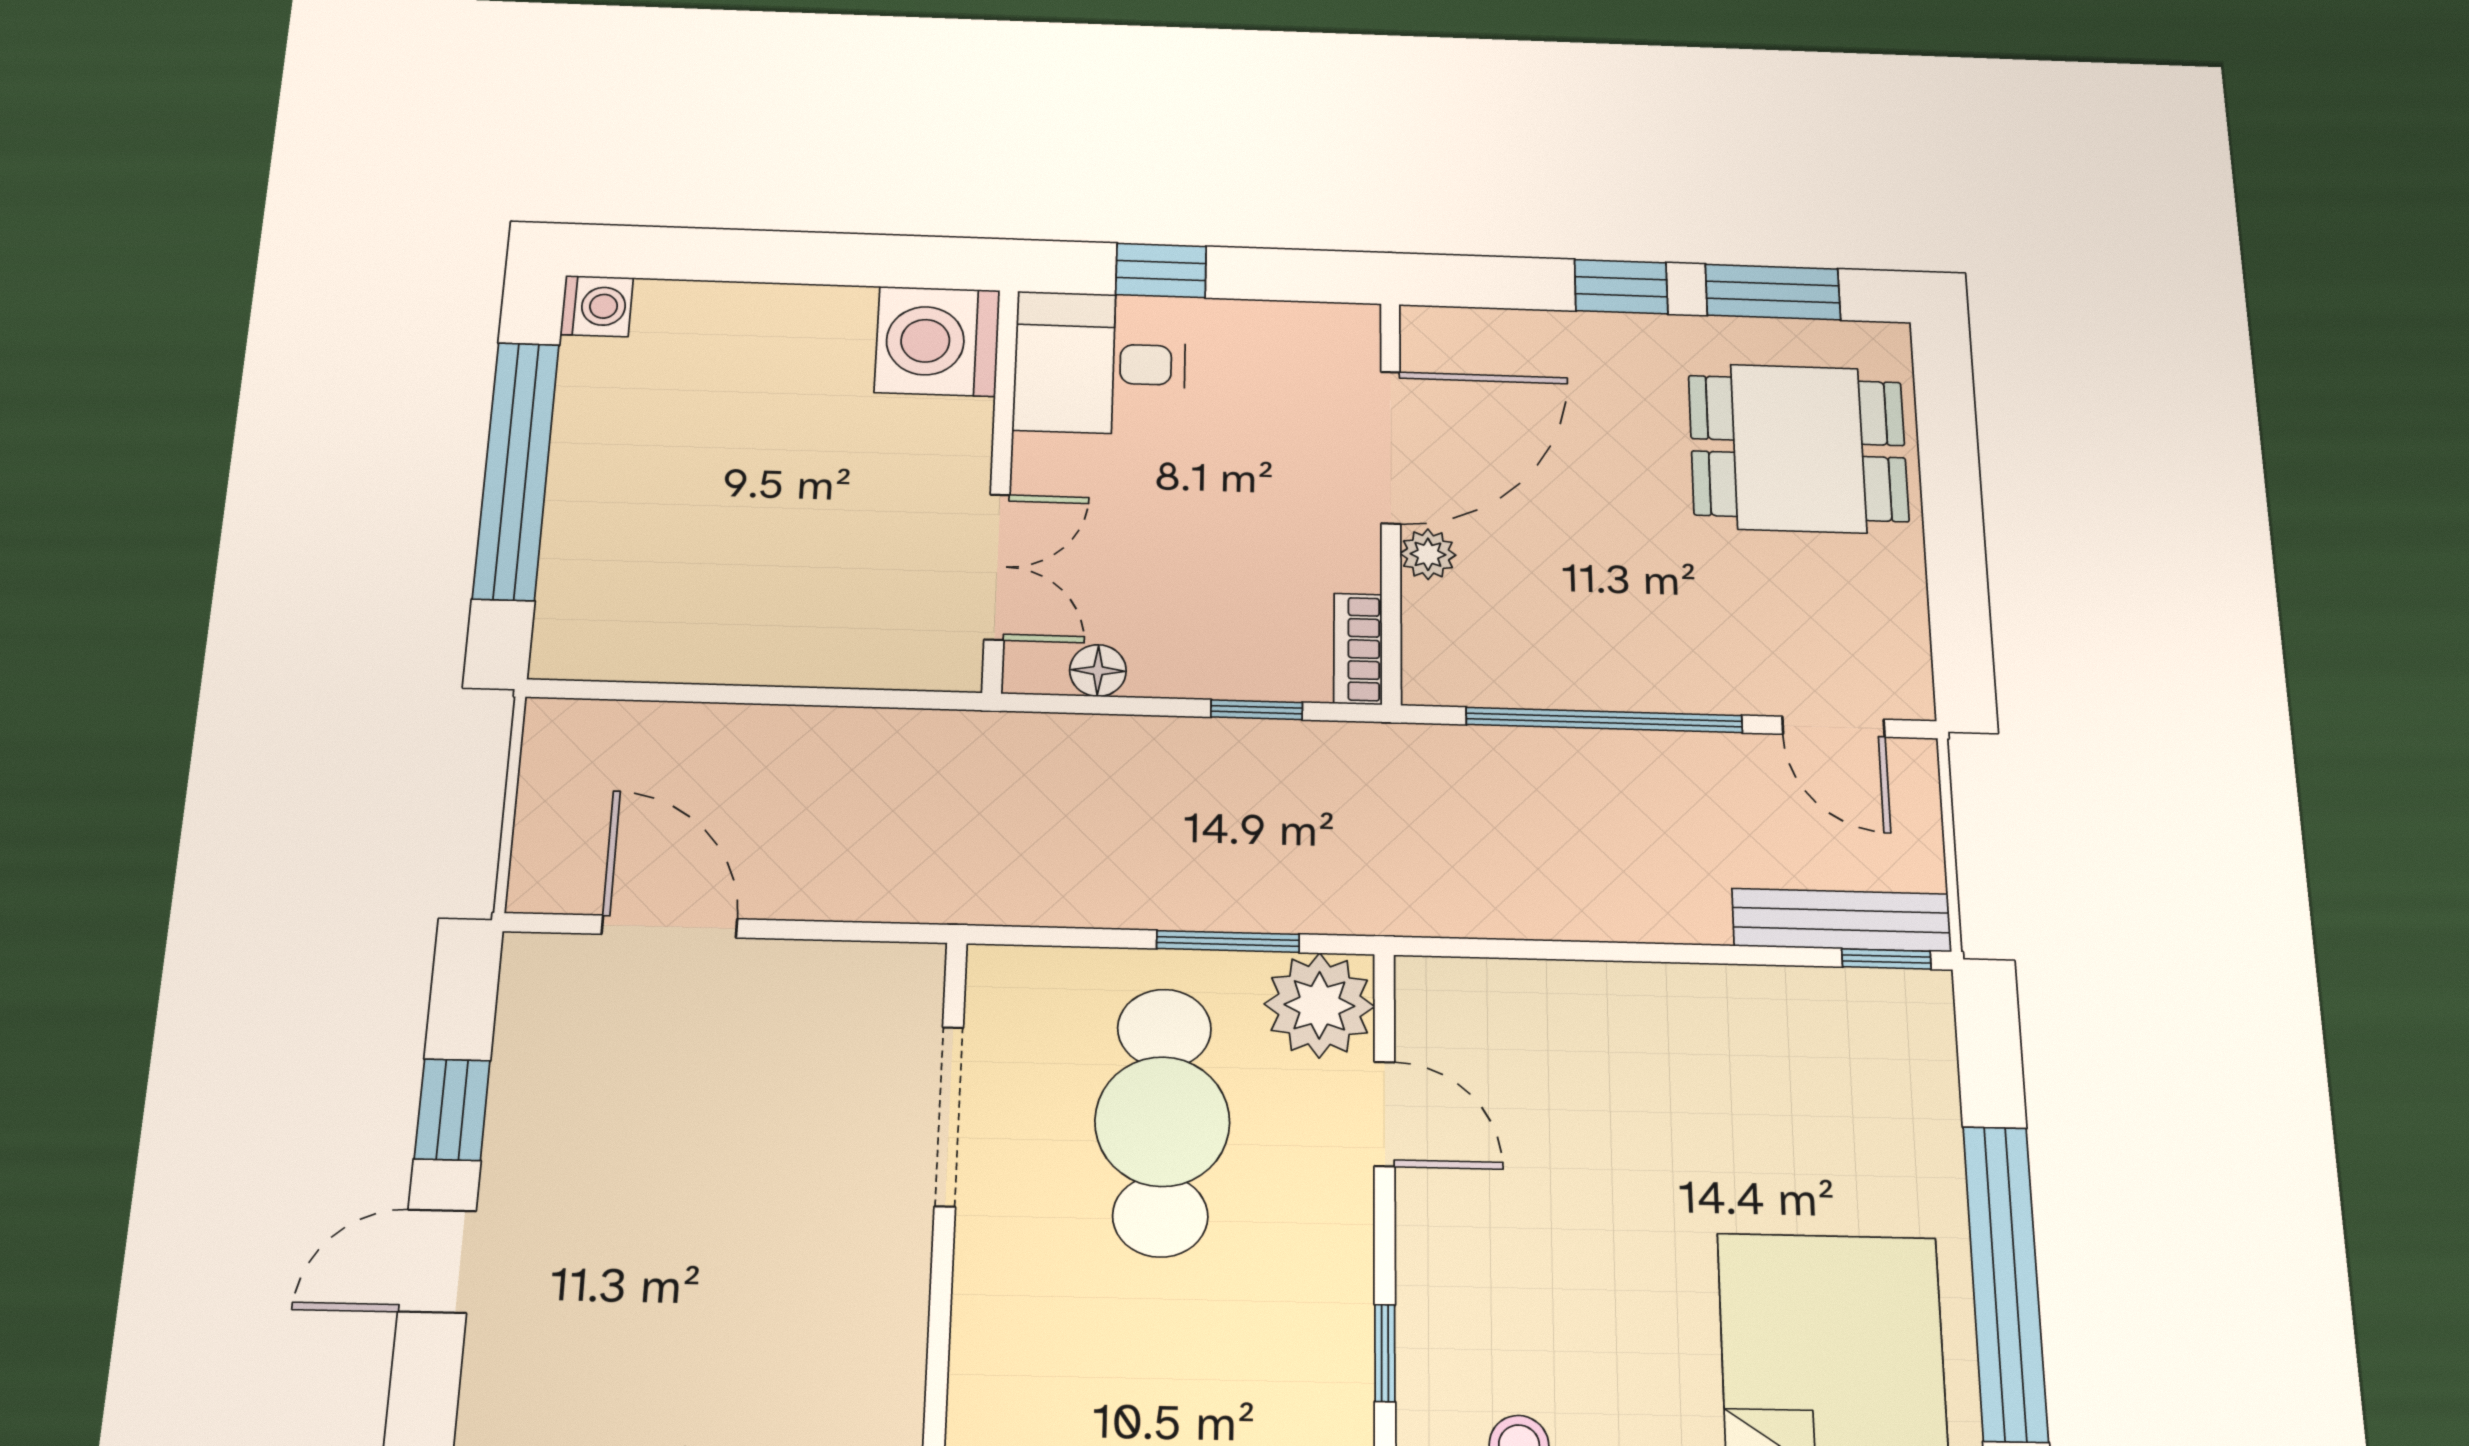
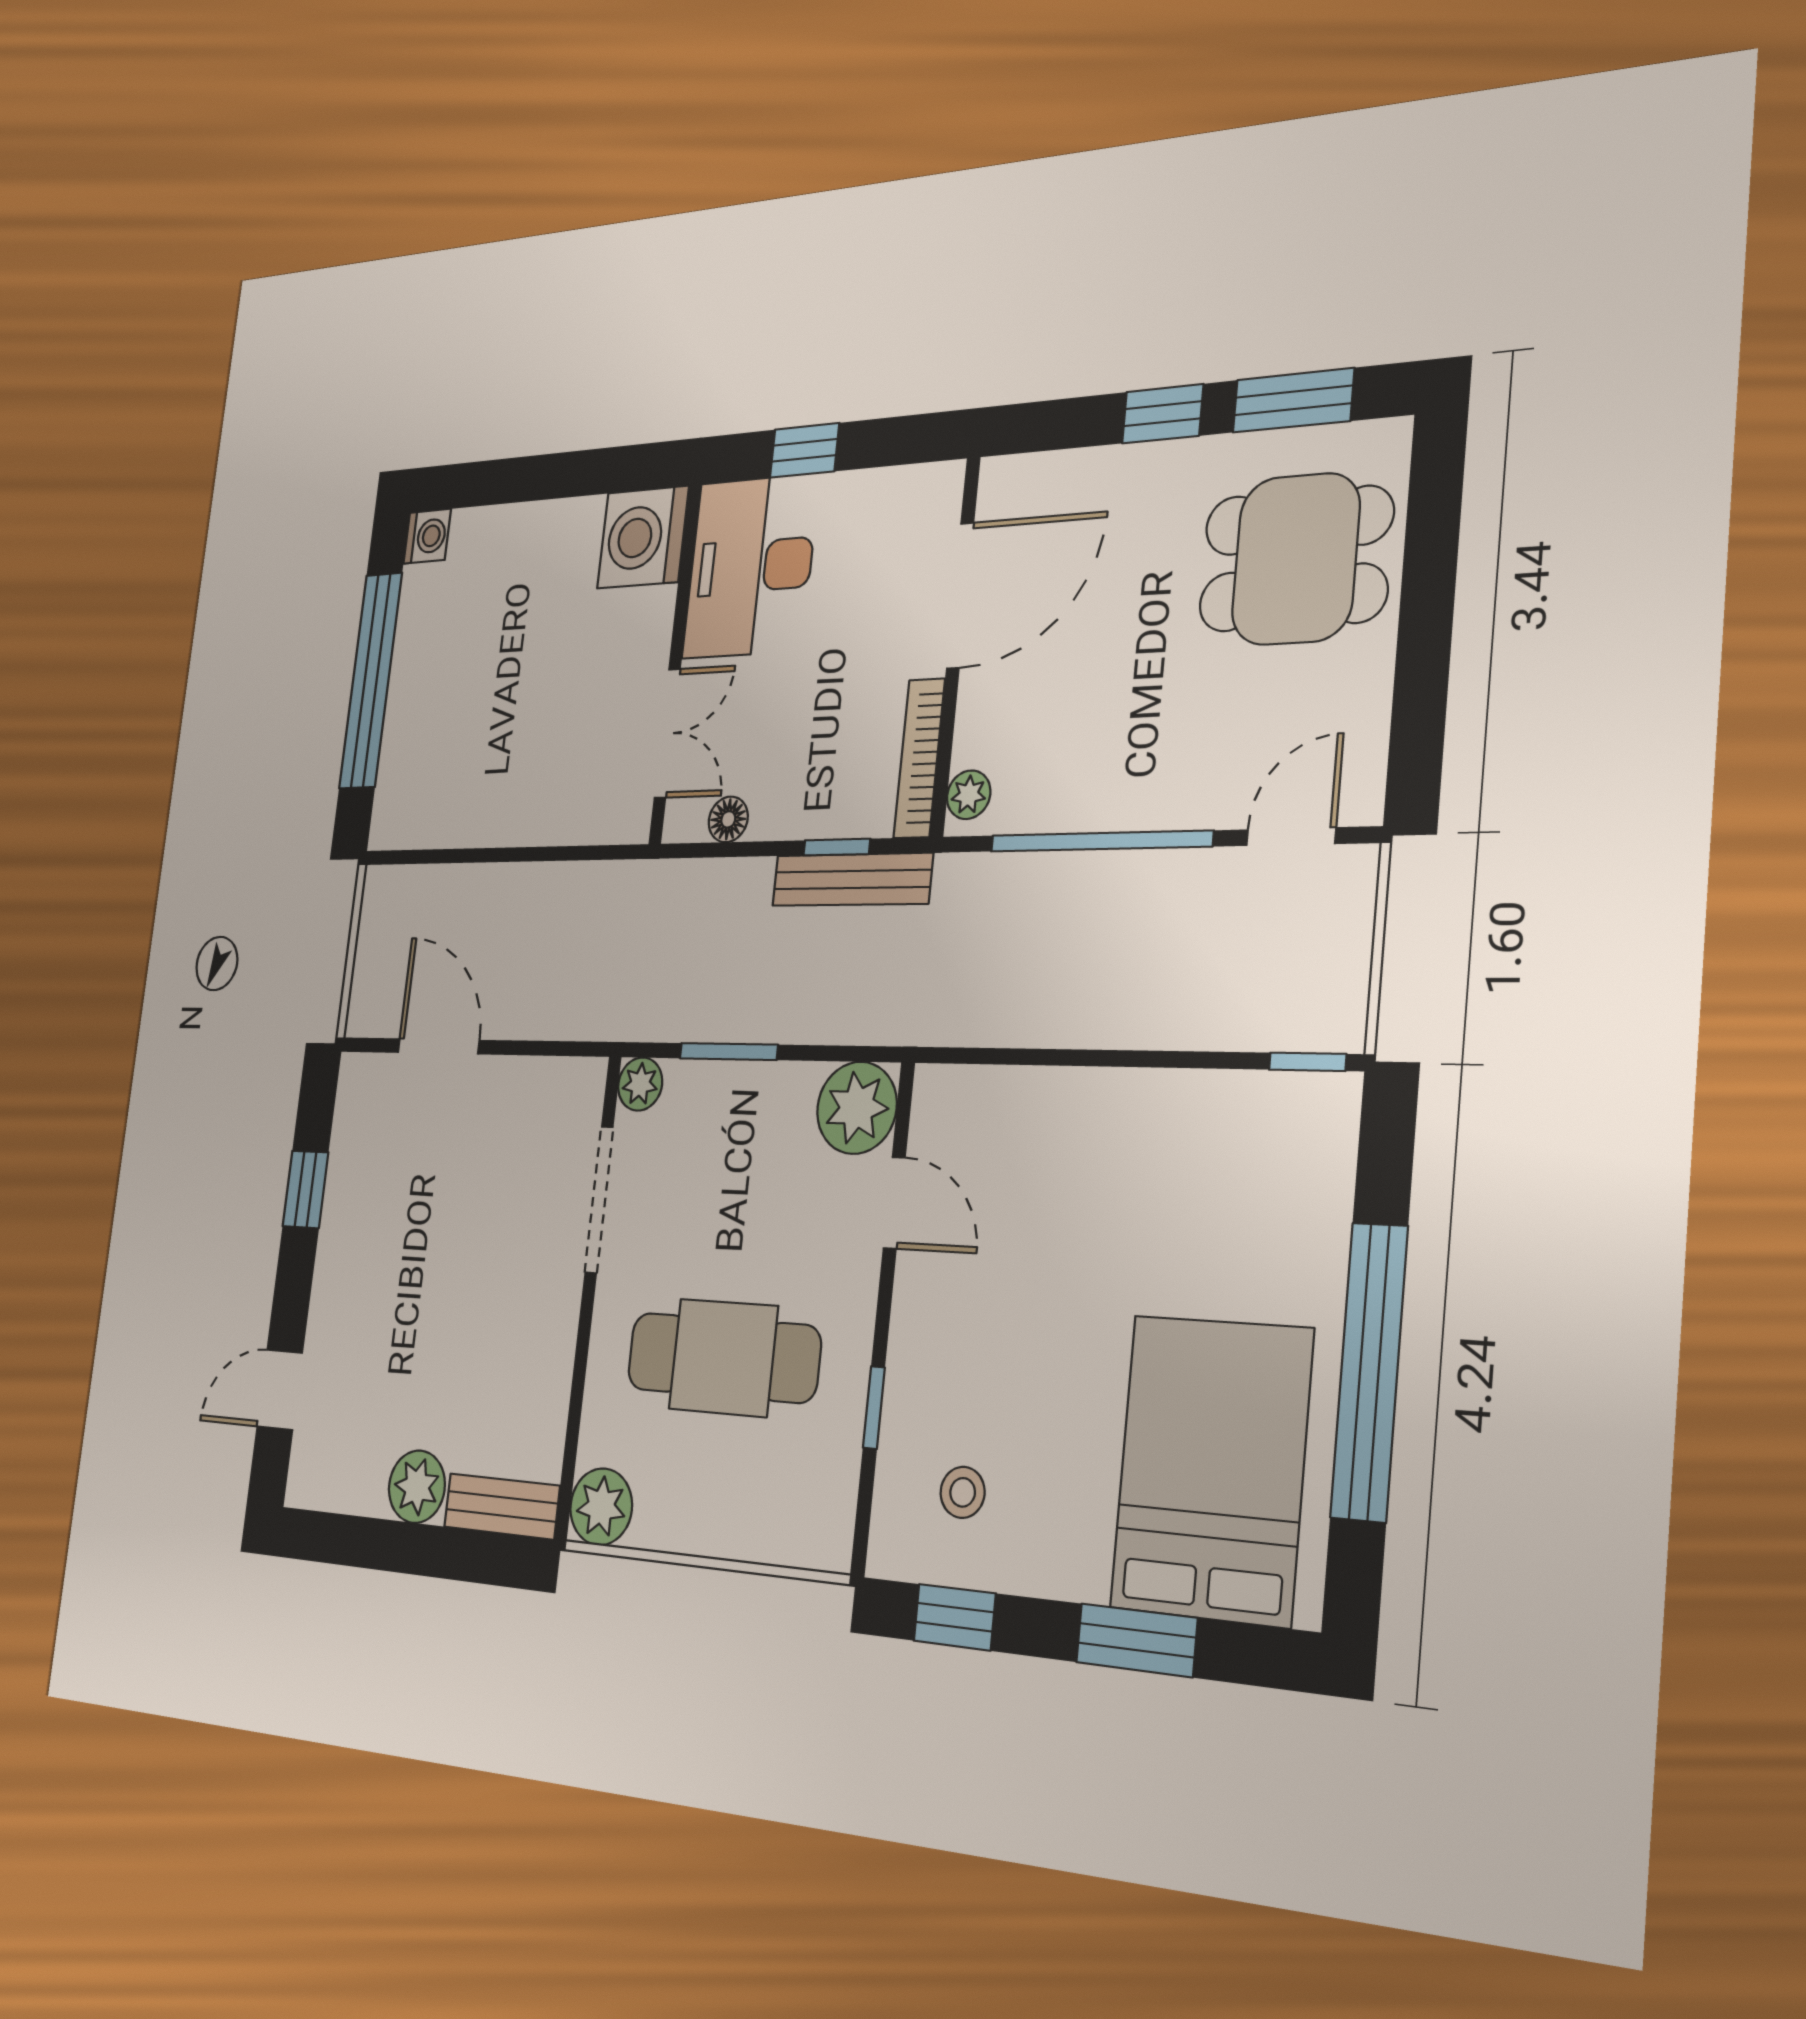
desk: (1100, 363) -> (751, 566), width x1.37
plant: (1428, 554) -> (969, 795), moved
bookcase: (1358, 649) -> (919, 758), width x1.56
door: (1833, 727) -> (1291, 837), swing flipped
bench: (1842, 920) -> (852, 880), moved
window: (1228, 941) -> (729, 1052), moved
plant: (999, 976) -> (640, 1084), added
cafe table: (1162, 1121) -> (723, 1358), moved, turned 90
door: (437, 1261) -> (280, 1390), moved

